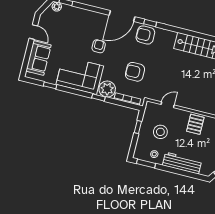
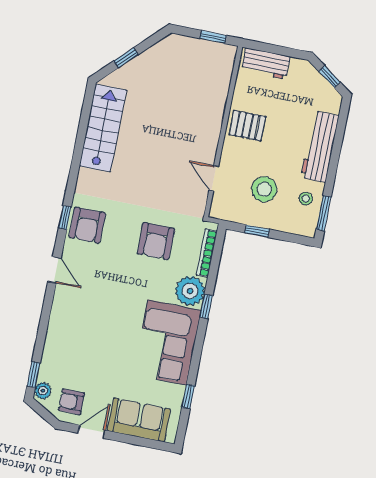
door: (122, 16) -> (54, 270), width x0.53
armchair: (99, 46) -> (71, 402), moved

